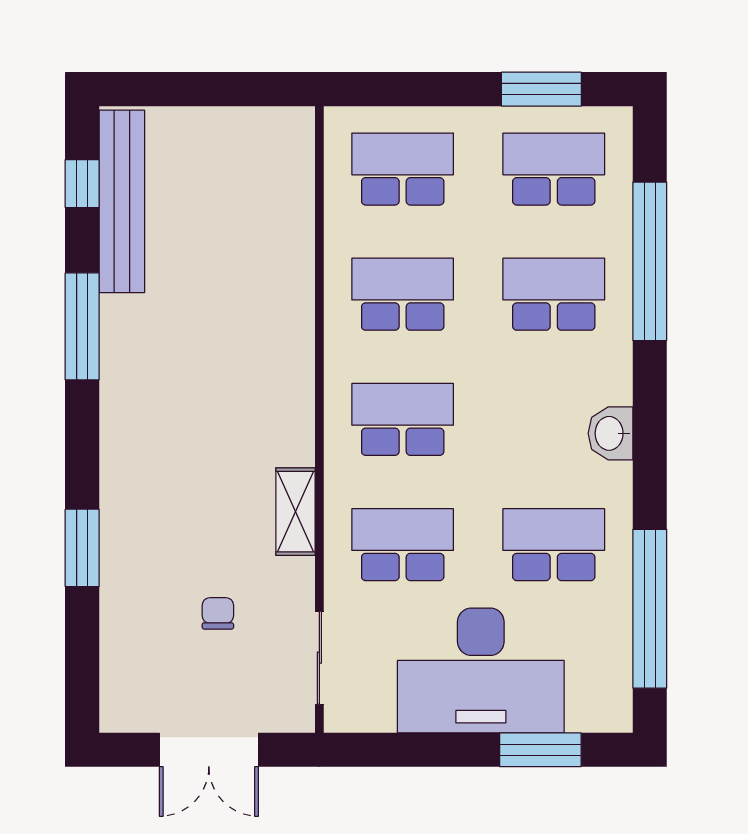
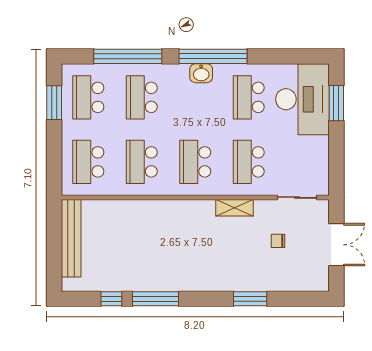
window: (82, 184) -> (111, 299), moved
bench: (122, 201) -> (71, 238), moved, turned 90
window: (650, 609) -> (213, 56), moved
desk: (481, 670) -> (302, 99), moved

